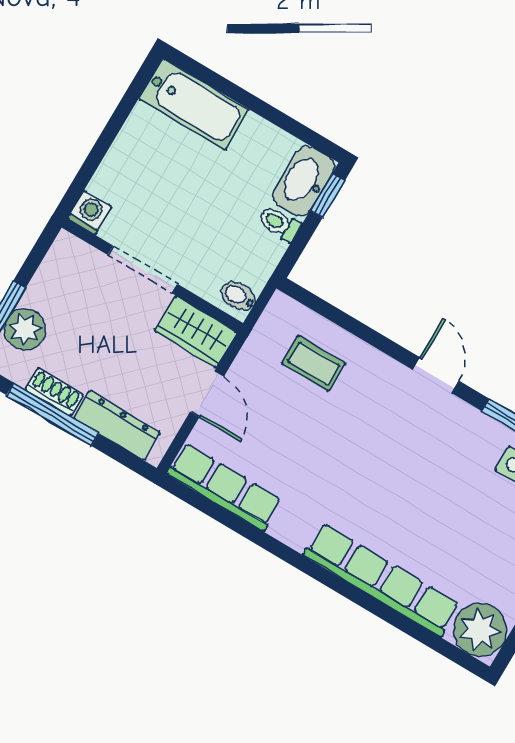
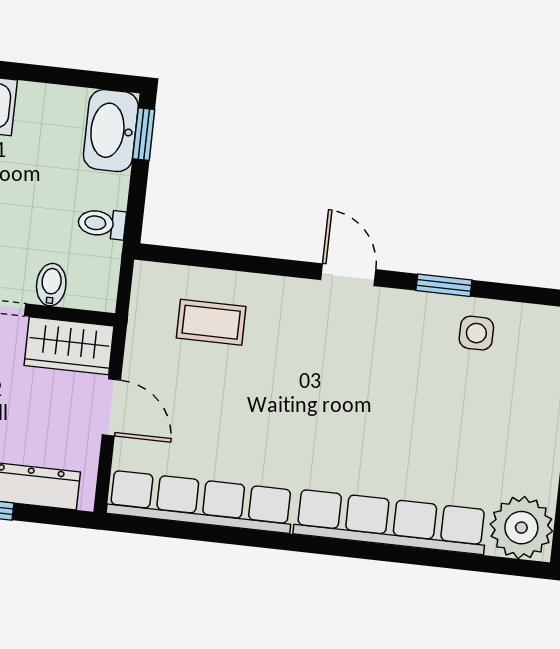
toilet: (279, 224) -> (102, 224), moved
bidet: (238, 296) -> (51, 285), moved, turned 90
row of seats: (224, 487) -> (200, 502), width x1.36

